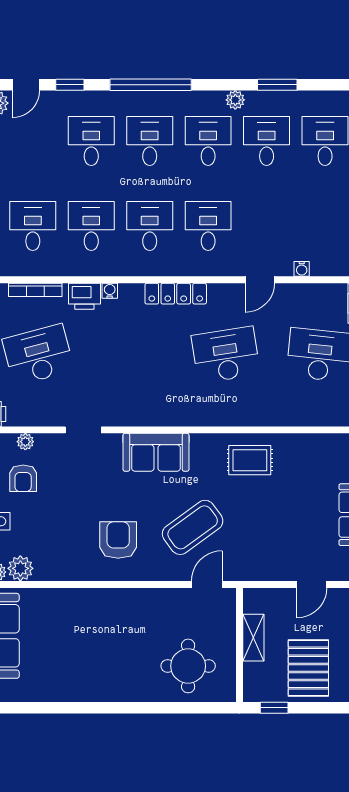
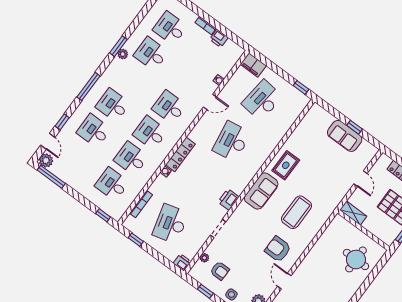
window: (151, 85) -> (89, 86), width x0.68
window: (277, 85) -> (118, 46), moved
desk: (208, 141) -> (132, 79), removed
door: (260, 280) -> (210, 102), hinge flipped
locker: (176, 294) -> (180, 154), moved
printer: (84, 296) -> (228, 199), moved, turned 180
sofa: (156, 452) -> (261, 191), moved
coffee table: (193, 527) -> (297, 212), turned 36
door: (207, 584) -> (284, 281), moved
shelving: (253, 638) -> (353, 213), moved

